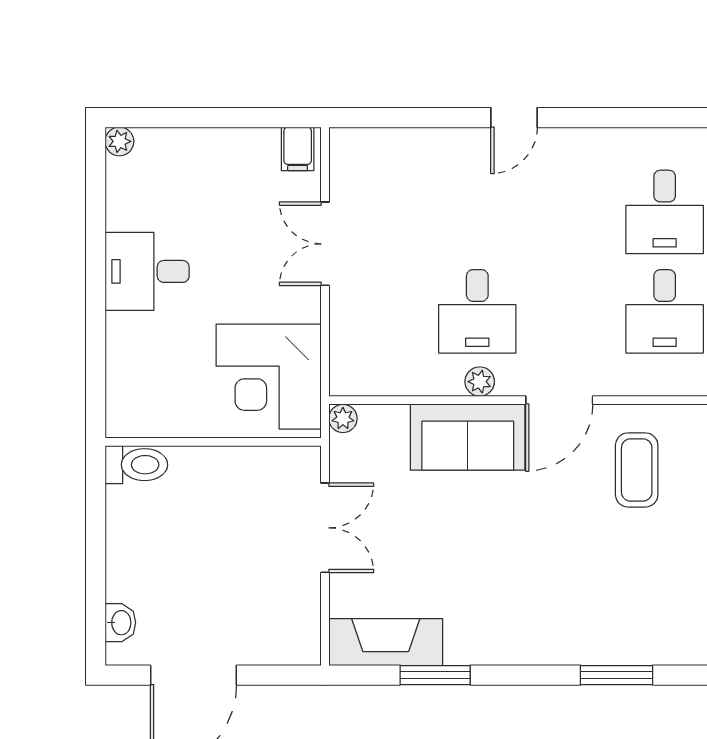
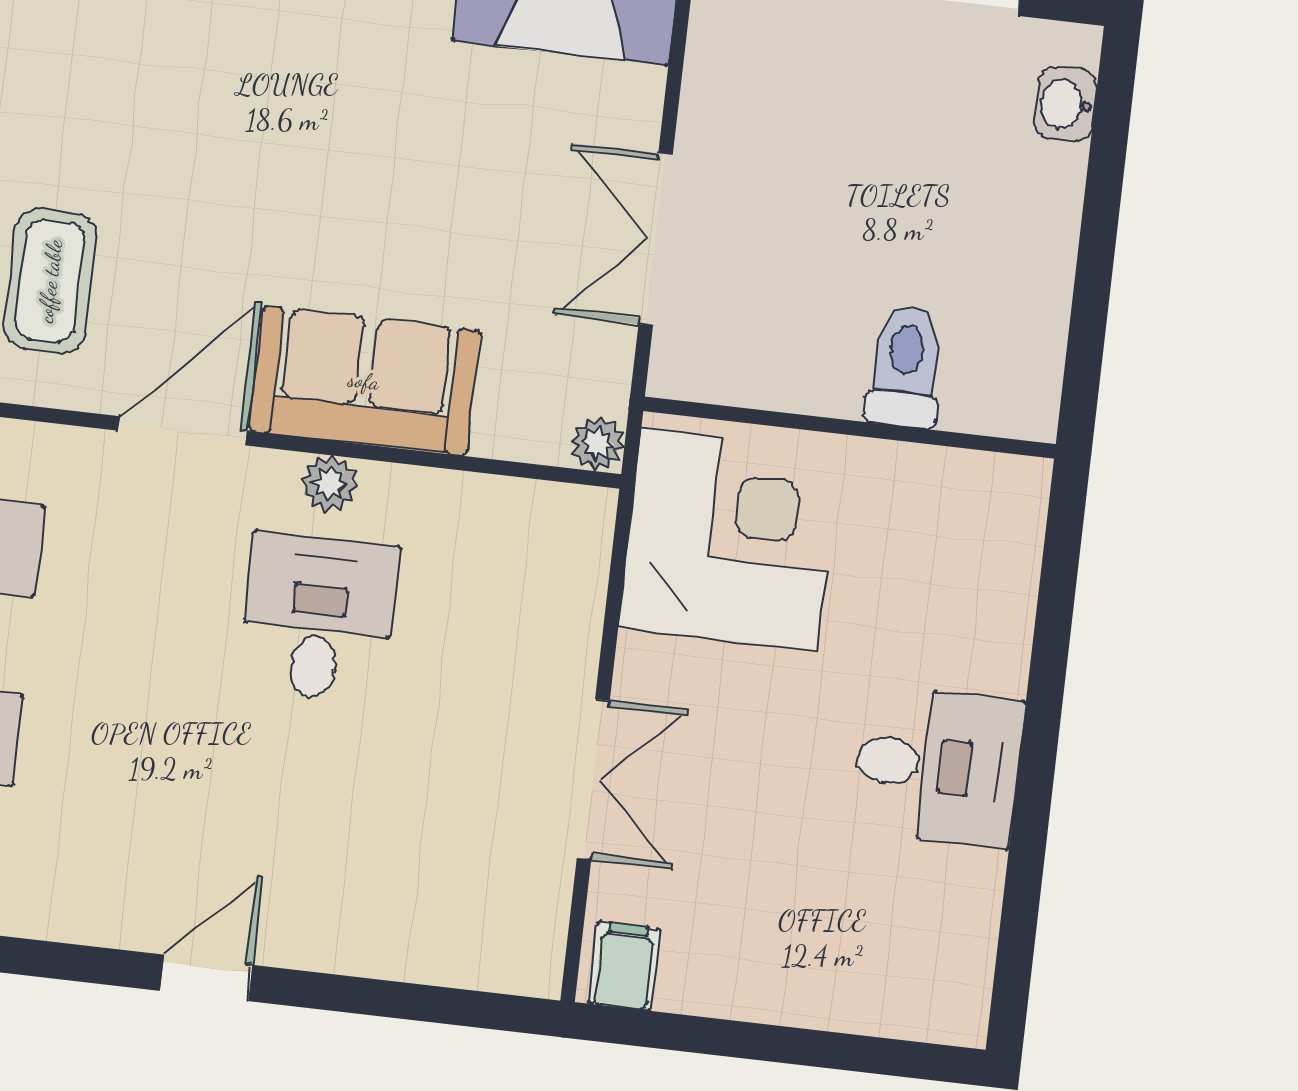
plant: (119, 141) -> (961, 1019), removed
toilet: (136, 465) -> (905, 366), moved, turned 90

